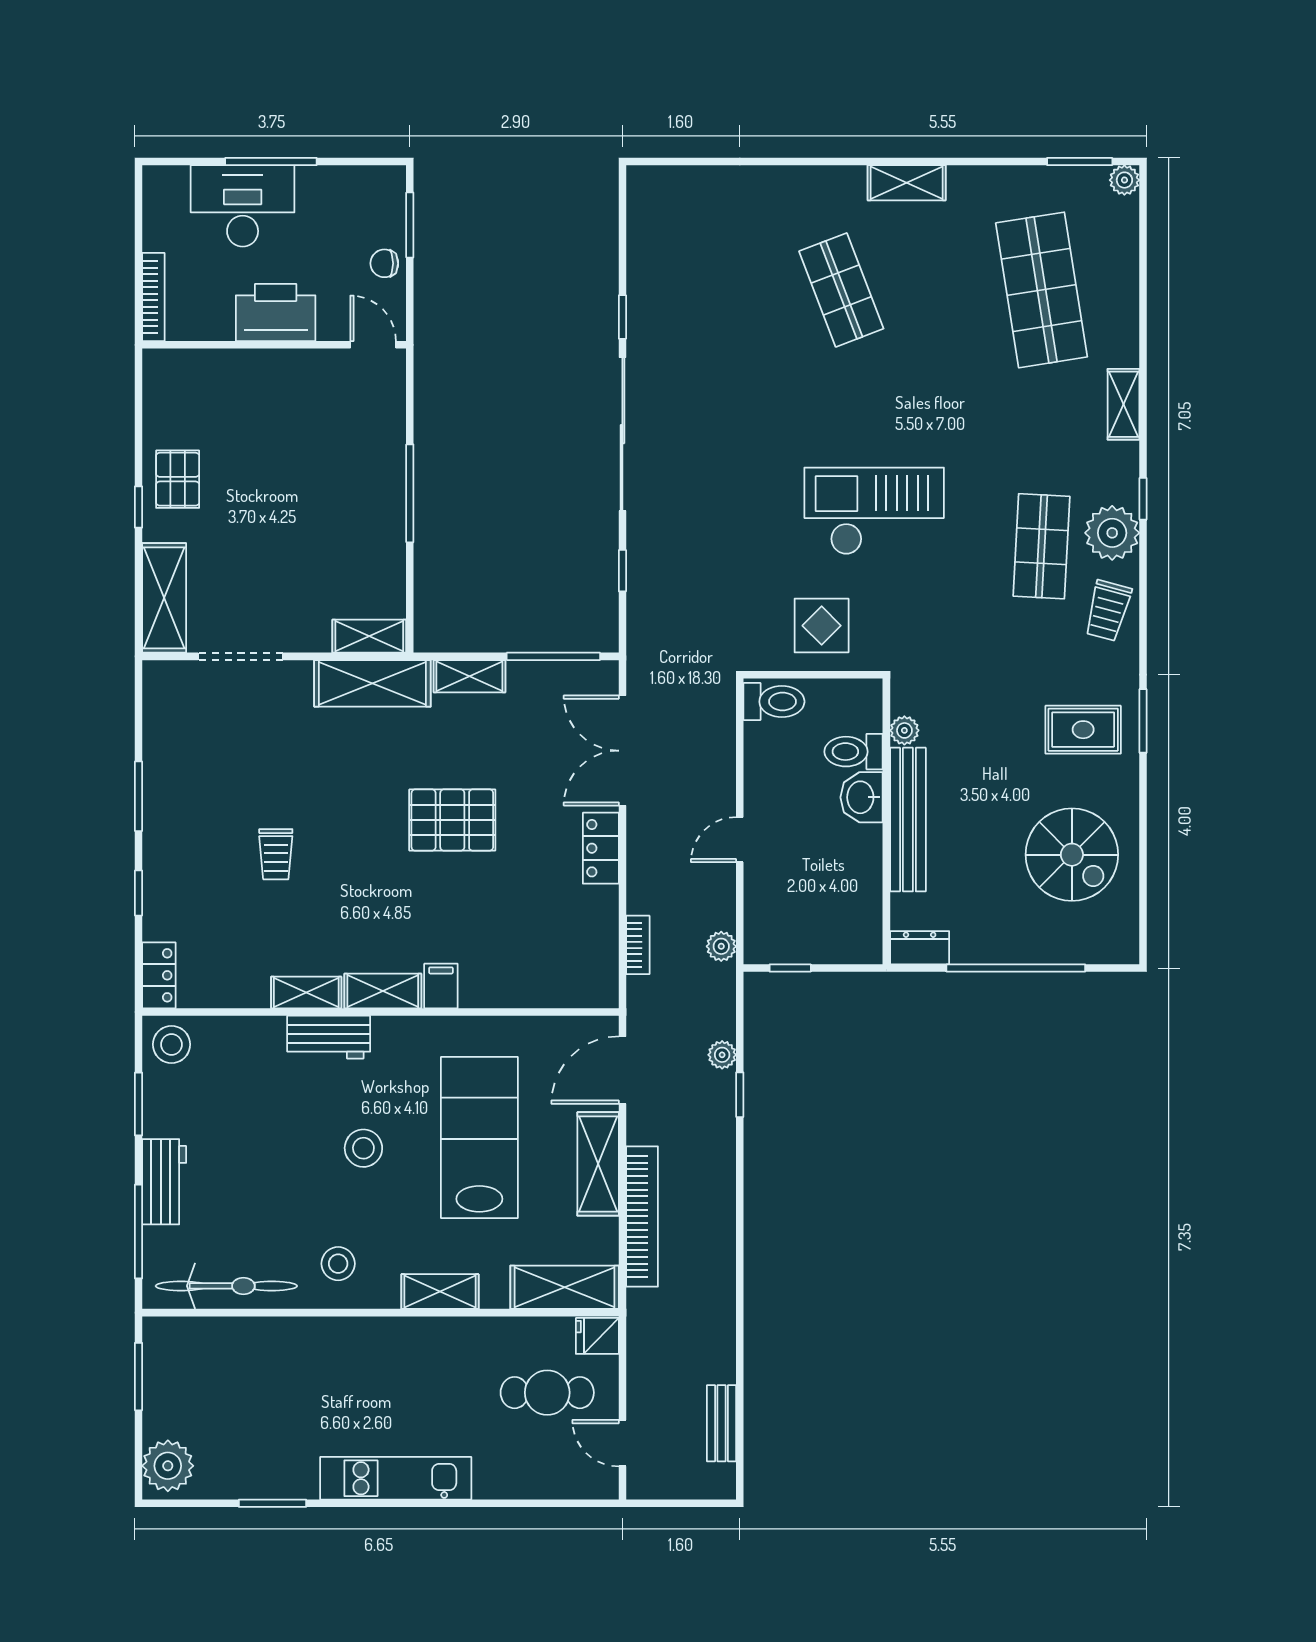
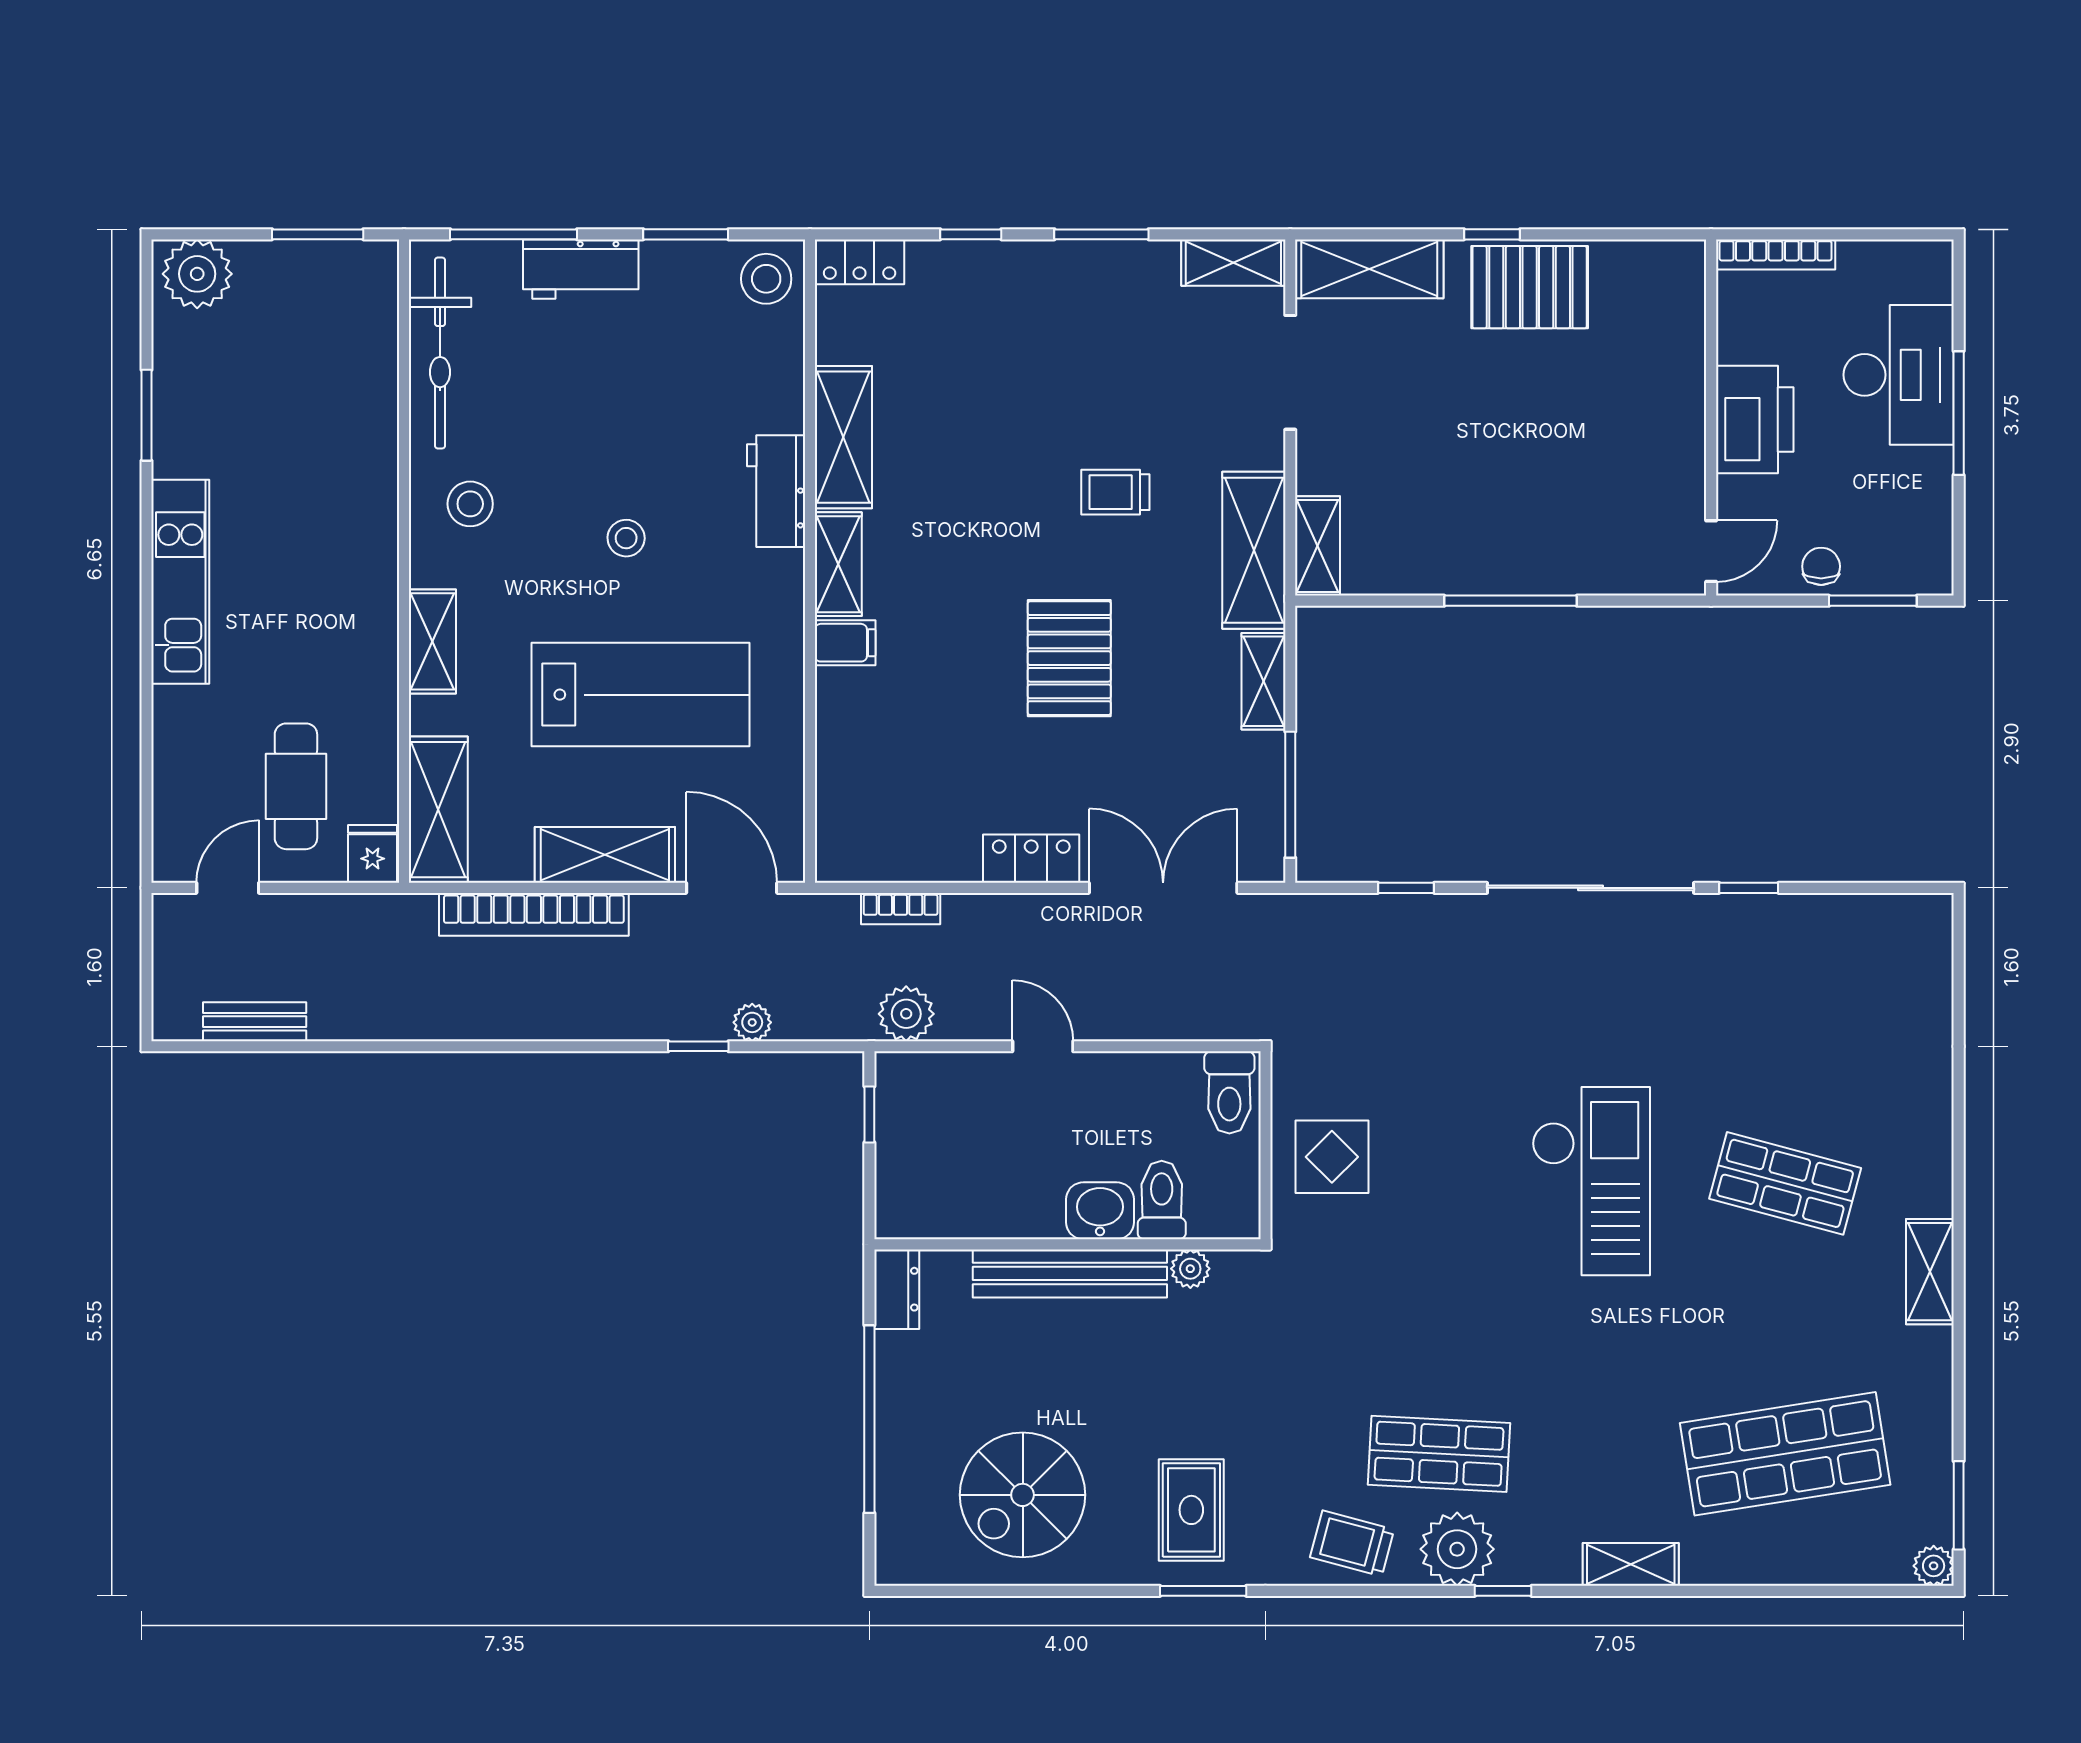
shop shelf: (841, 290) -> (1785, 1183), turned 36
pallet: (178, 479) -> (1530, 287), width x1.50, depth x1.42
checkout: (874, 511) -> (1591, 1181), moved
shelving: (159, 698) -> (1233, 263), added
trolley: (276, 854) -> (1115, 492), moved
plant: (721, 946) -> (906, 1014), width x1.38, depth x1.38
shelving: (306, 993) -> (843, 437), width x1.50, depth x1.33
stool: (363, 1148) -> (626, 538), width x0.73, depth x0.73

